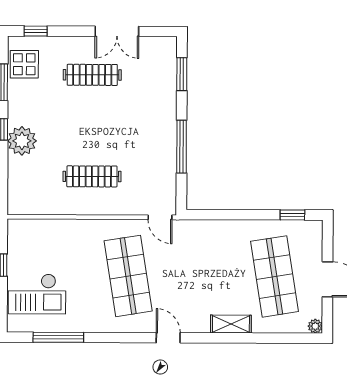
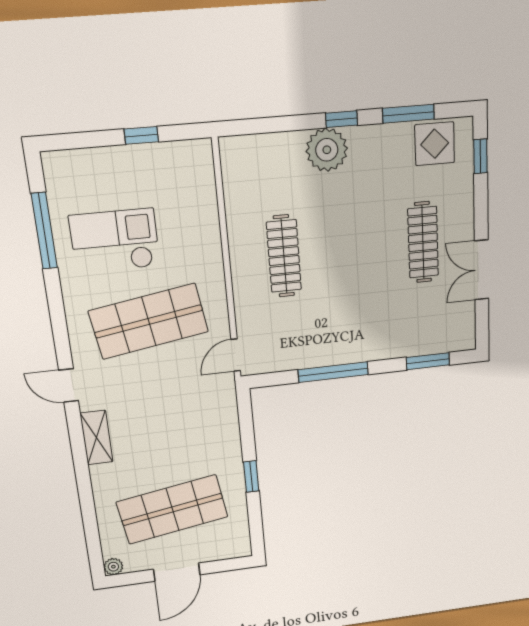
window: (292, 215) -> (251, 476), moved
checkout: (37, 294) -> (115, 241), moved, turned 90
shelving: (231, 324) -> (97, 438), moved
door: (168, 338) -> (69, 385), swing flipped

